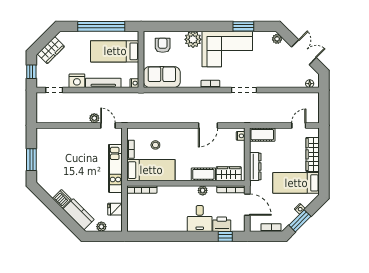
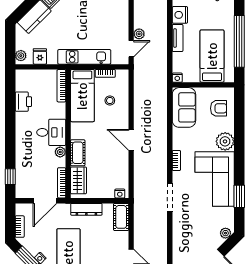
tv unit: (103, 83) -> (178, 38), width x0.71
door: (208, 125) -> (131, 140), moved
desk: (200, 218) -> (51, 132), moved, turned 180
printer: (222, 224) -> (23, 102), moved
plant: (101, 227) -> (21, 56), moved

